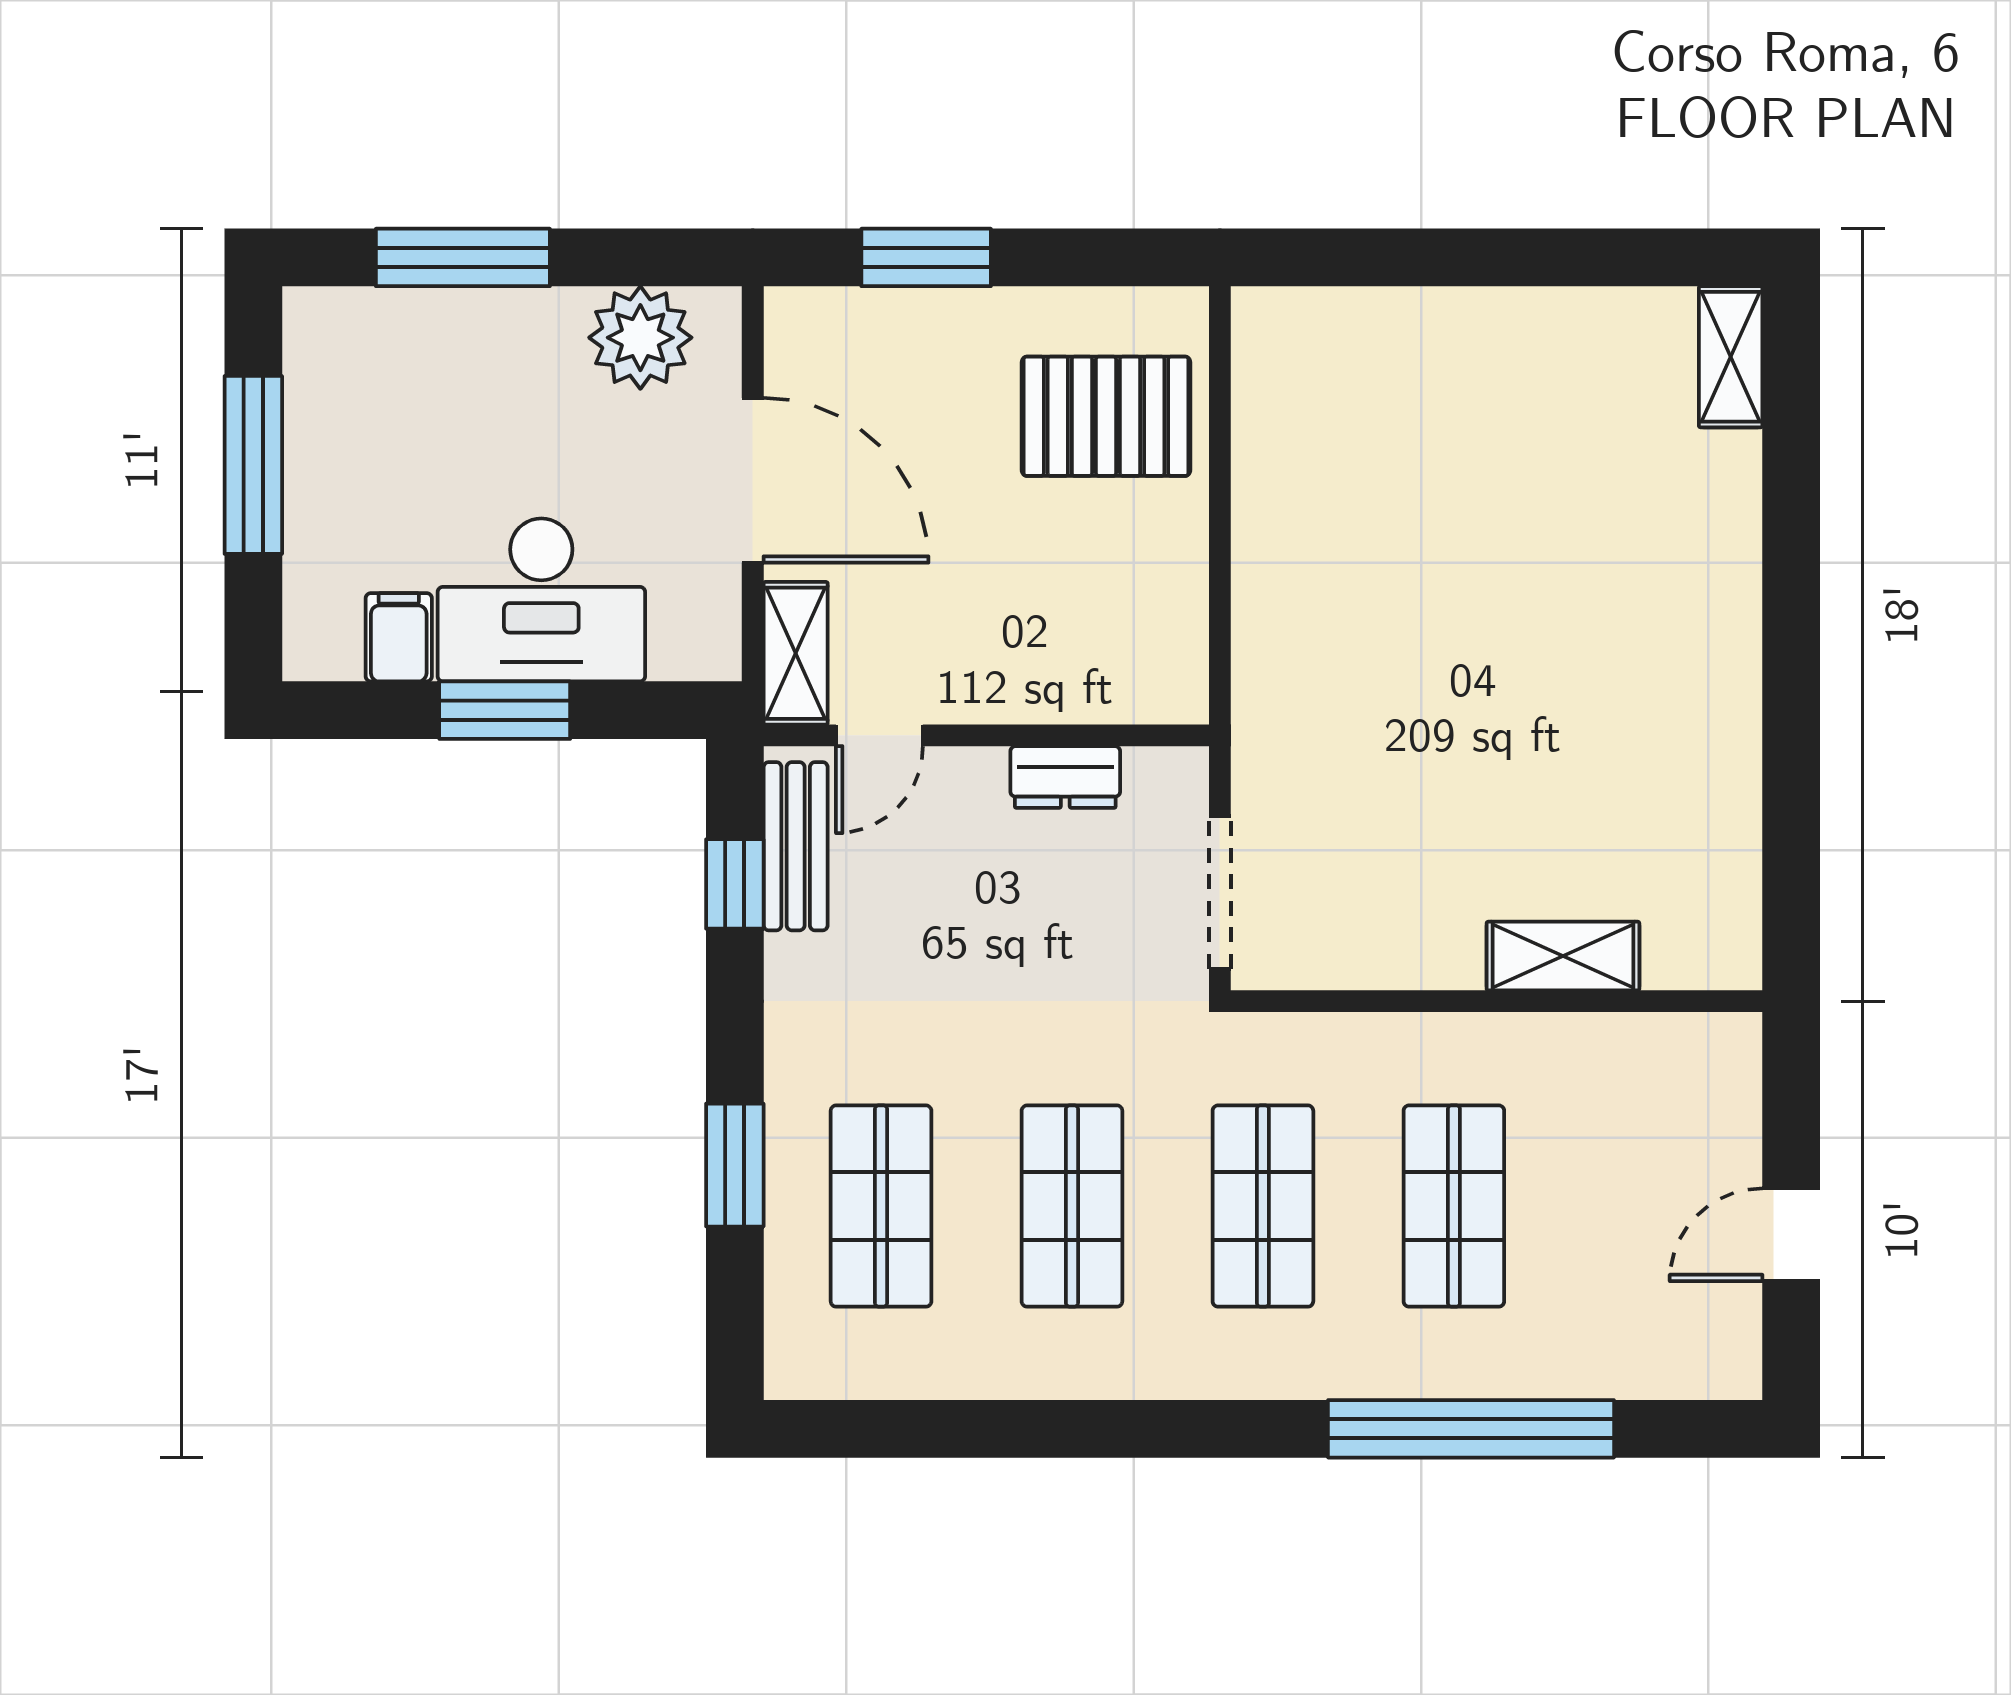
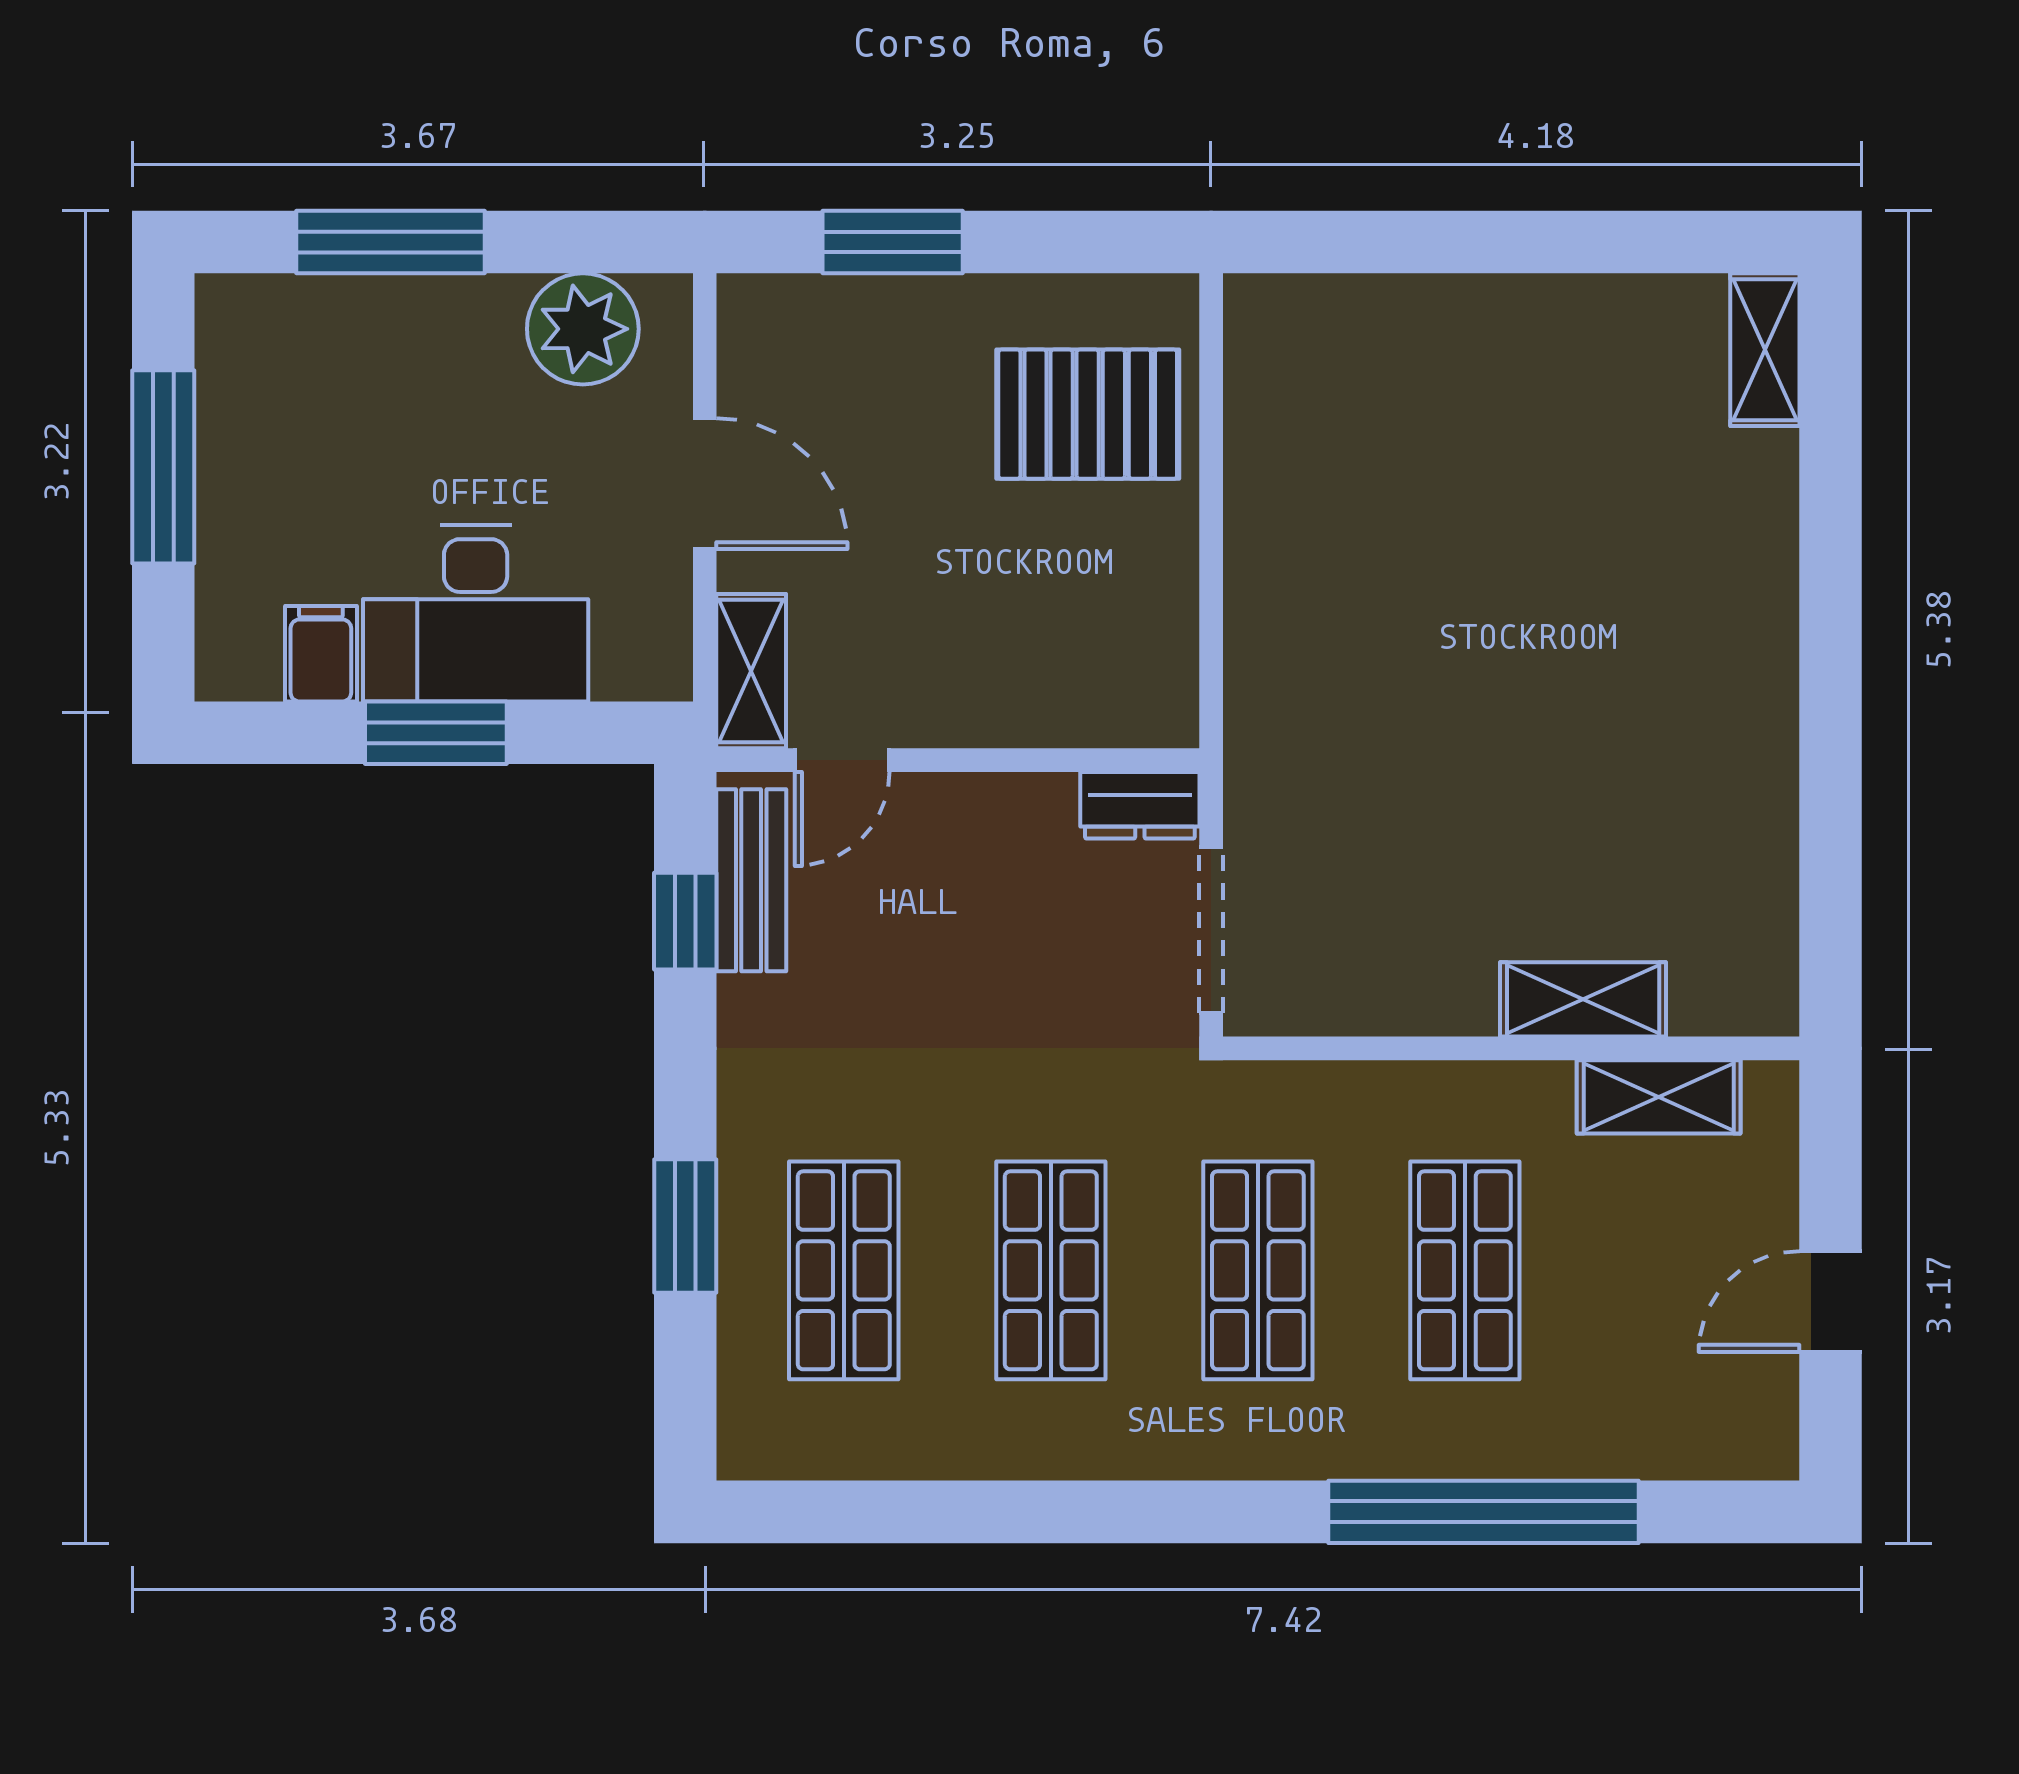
door: (753, 480) -> (705, 484), width x0.73
dresser: (1065, 777) -> (1140, 805), moved
shelving: (1633, 1046) -> (1659, 1097), added

